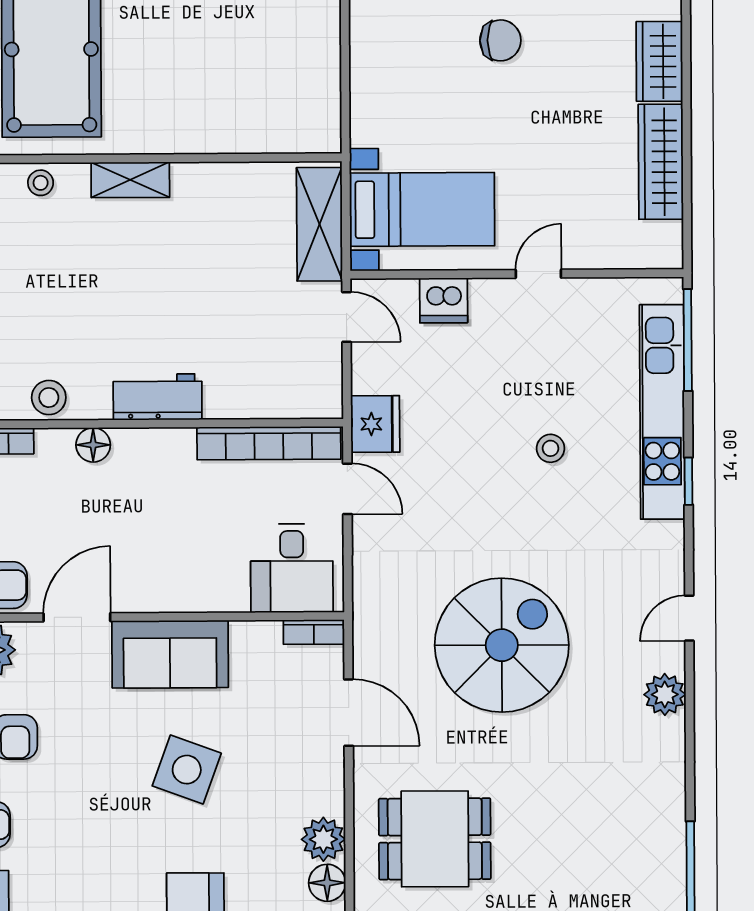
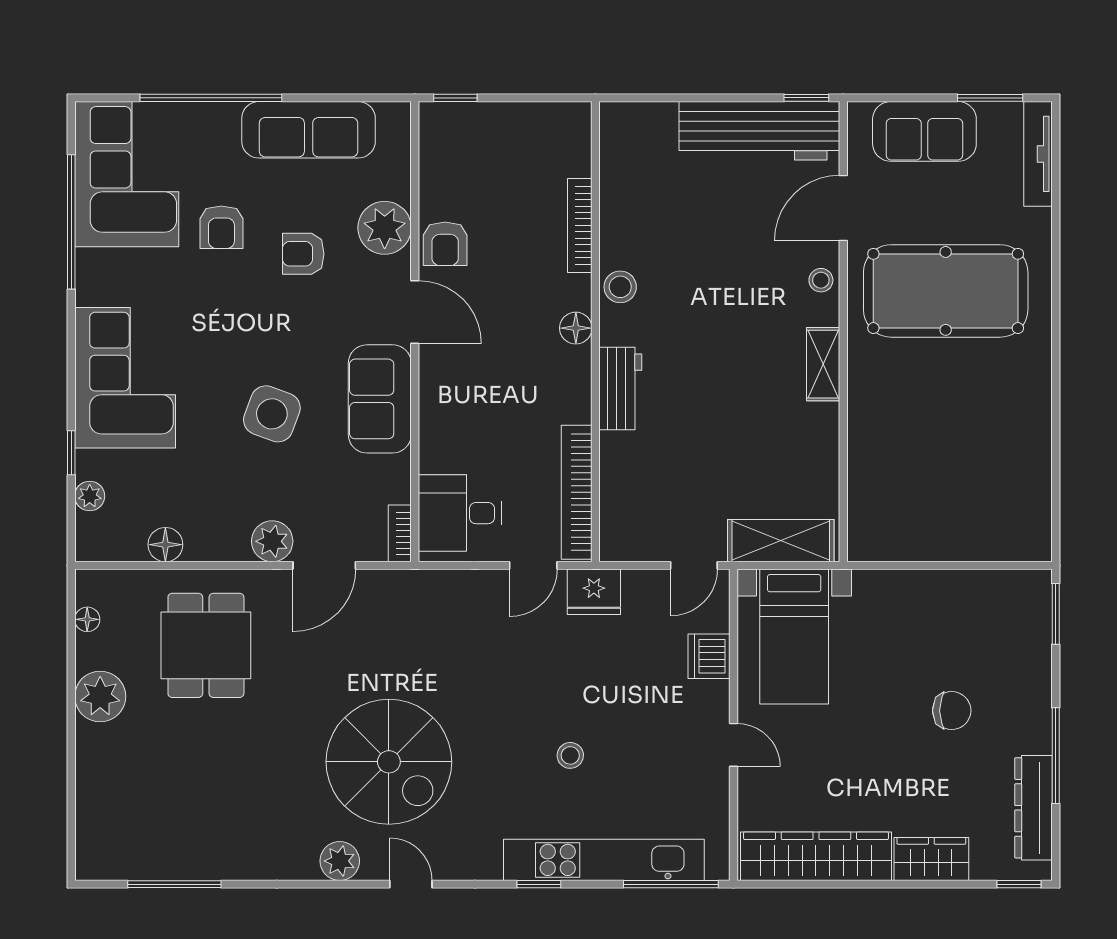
chair: (500, 40) -> (952, 711), turned -90
wardrobe: (661, 162) -> (816, 856), width x1.40, depth x1.17
spiral stairs: (502, 645) -> (389, 762), moved
plant: (323, 839) -> (272, 541), moved

